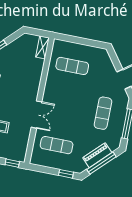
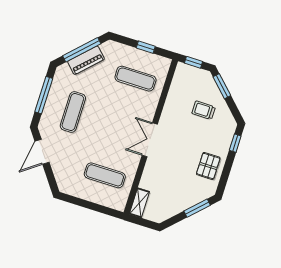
double door: (37, 115) -> (150, 140), moved
window: (66, 174) -> (146, 47), moved

